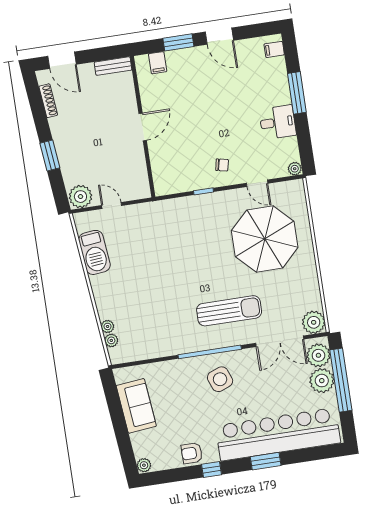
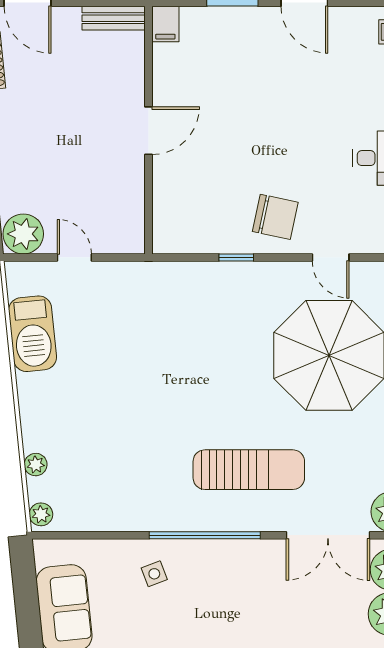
filing cabinet: (158, 63) -> (165, 24), moved
chair: (222, 165) -> (275, 217), width x1.87, depth x1.87
plant: (111, 340) -> (41, 514), moved
side table: (220, 379) -> (154, 574), moved, width x0.54, depth x0.54

